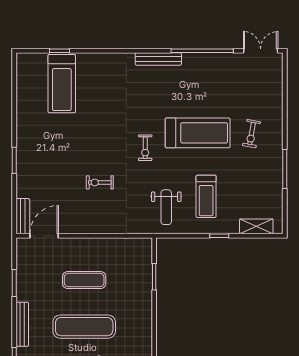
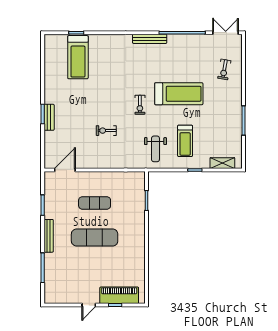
exercise bike: (252, 134) -> (224, 69), moved
bench: (23, 216) -> (49, 117), moved

